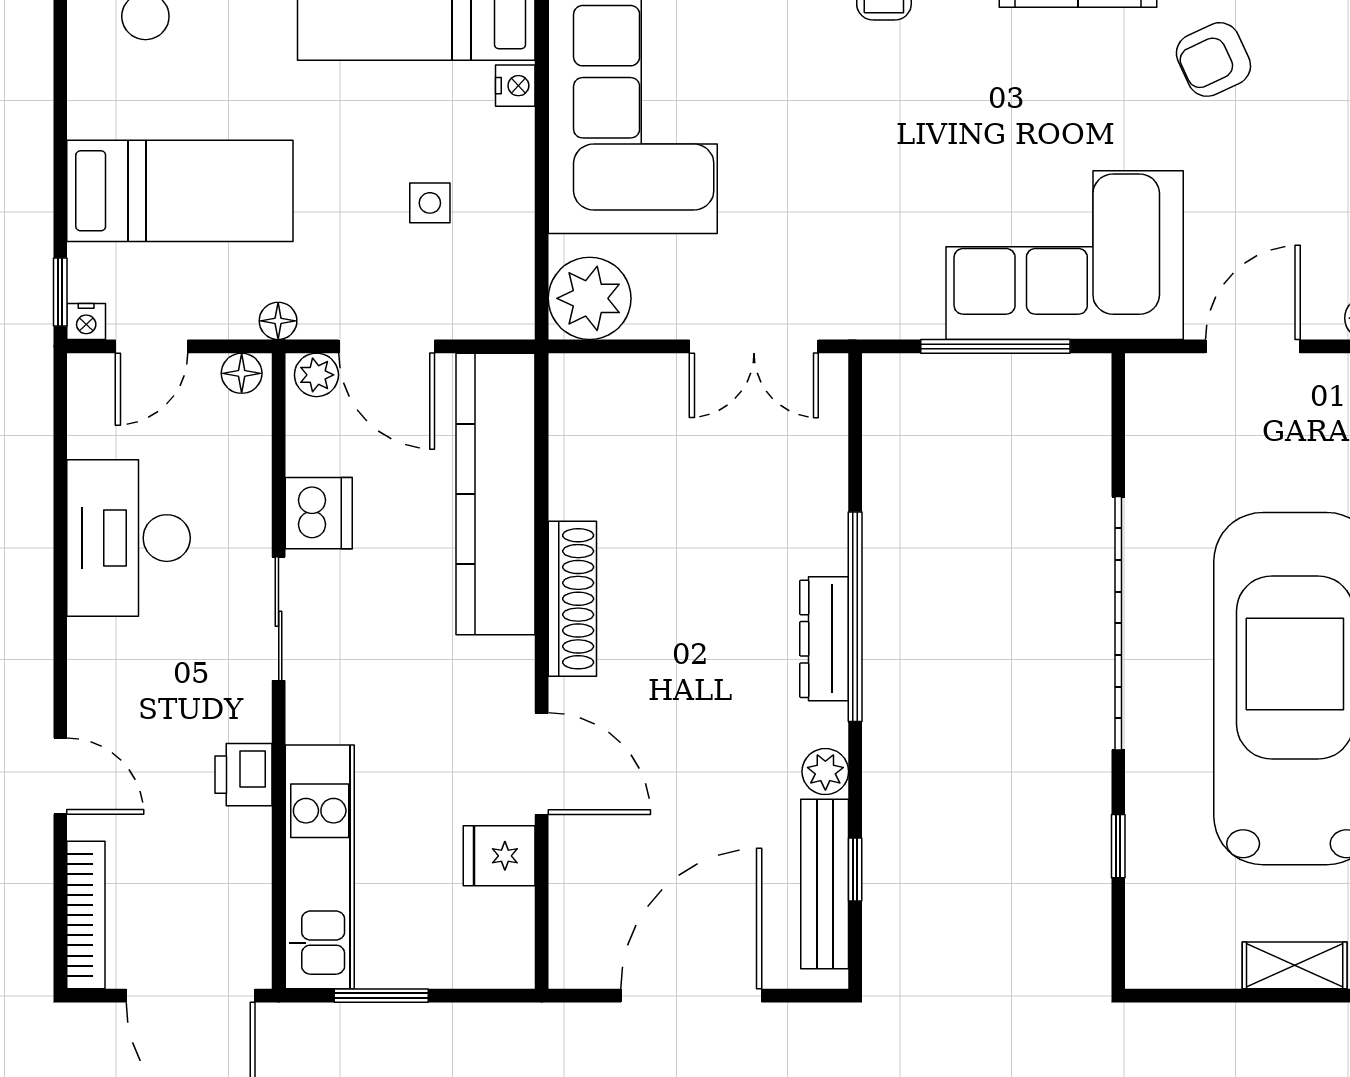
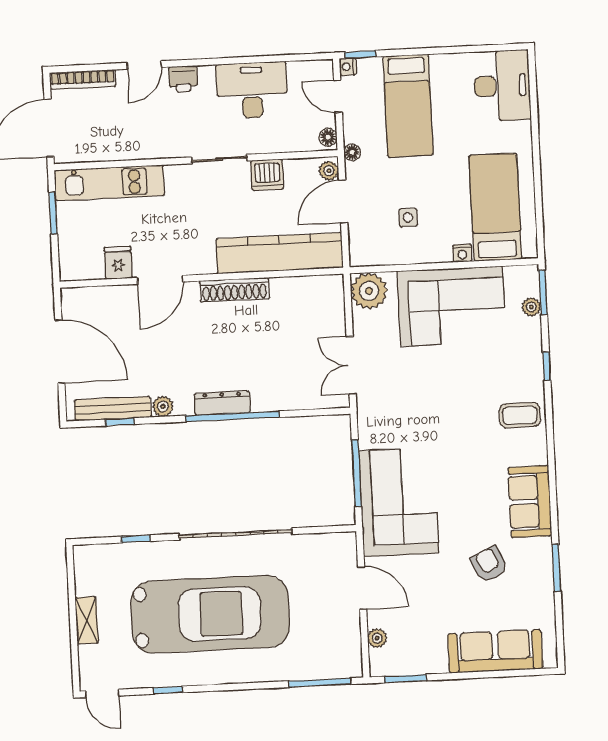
printer: (243, 775) -> (183, 79), moved, turned 180

